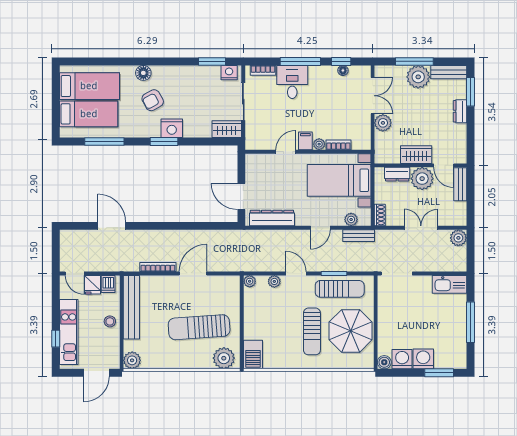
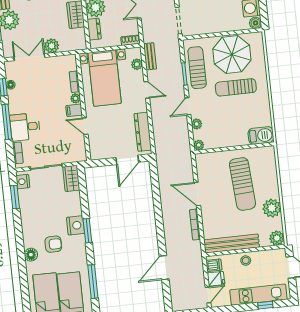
armchair: (153, 100) -> (53, 244), turned -61
sun lounger: (312, 331) -> (236, 87), turned 180
plant: (224, 358) -> (272, 208), moved

